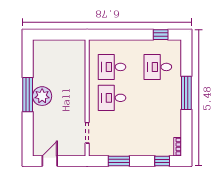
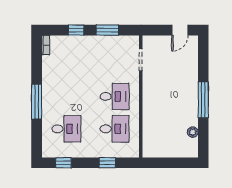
window: (119, 35) -> (107, 163), added
plant: (42, 96) -> (193, 132), moved, width x0.53, depth x0.53
window: (162, 161) -> (76, 30), moved

